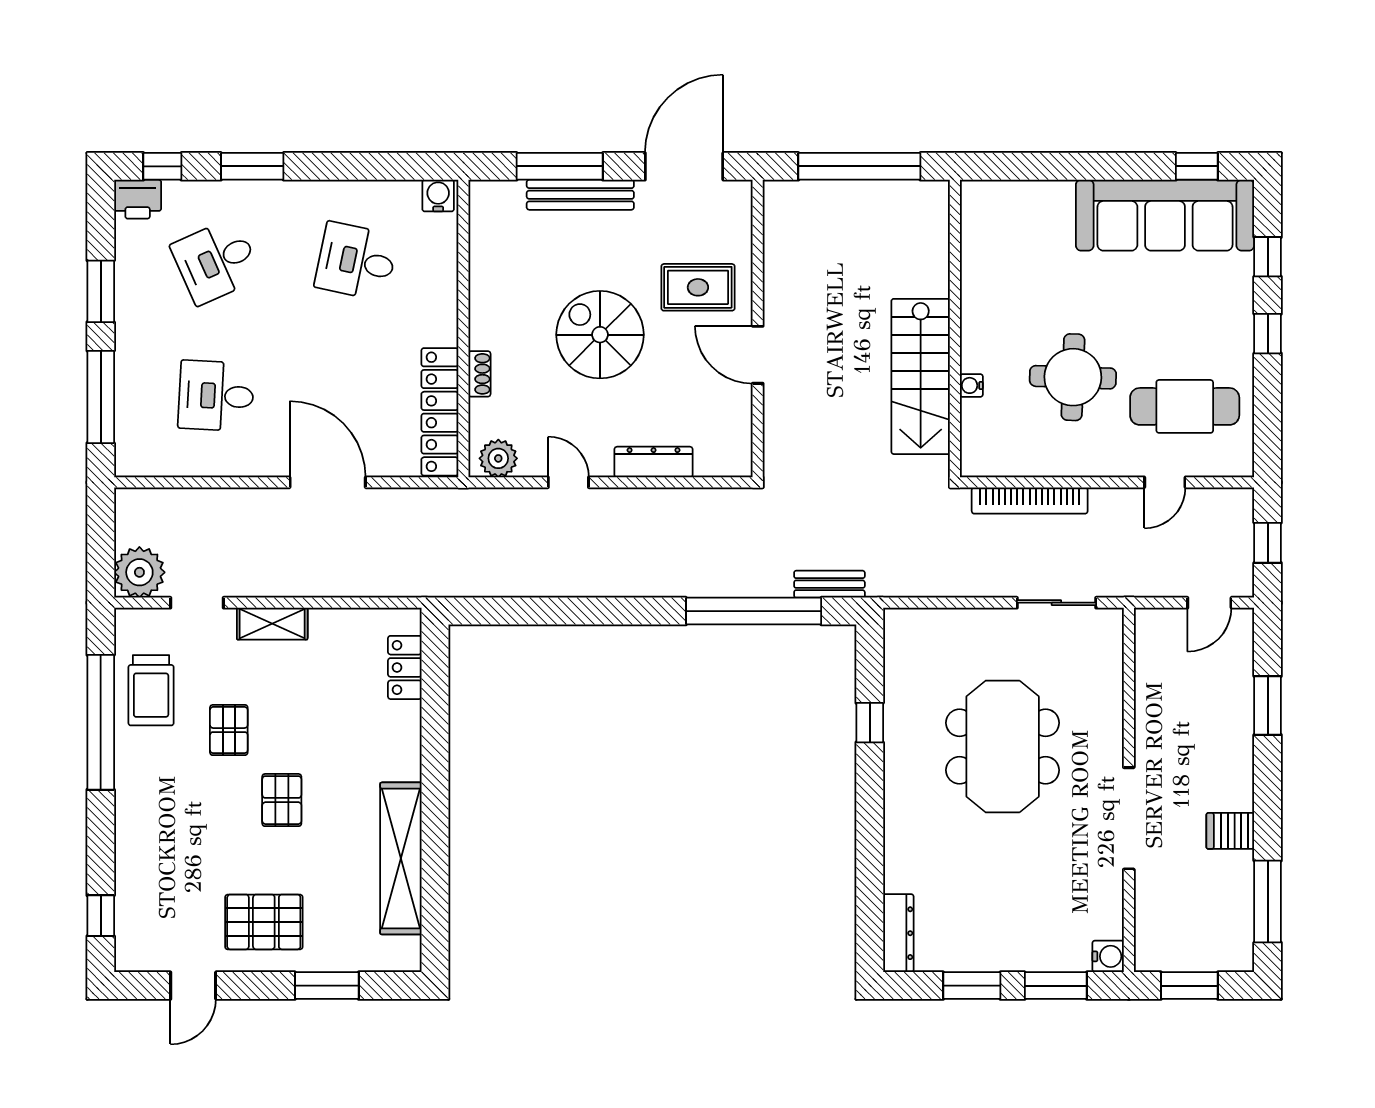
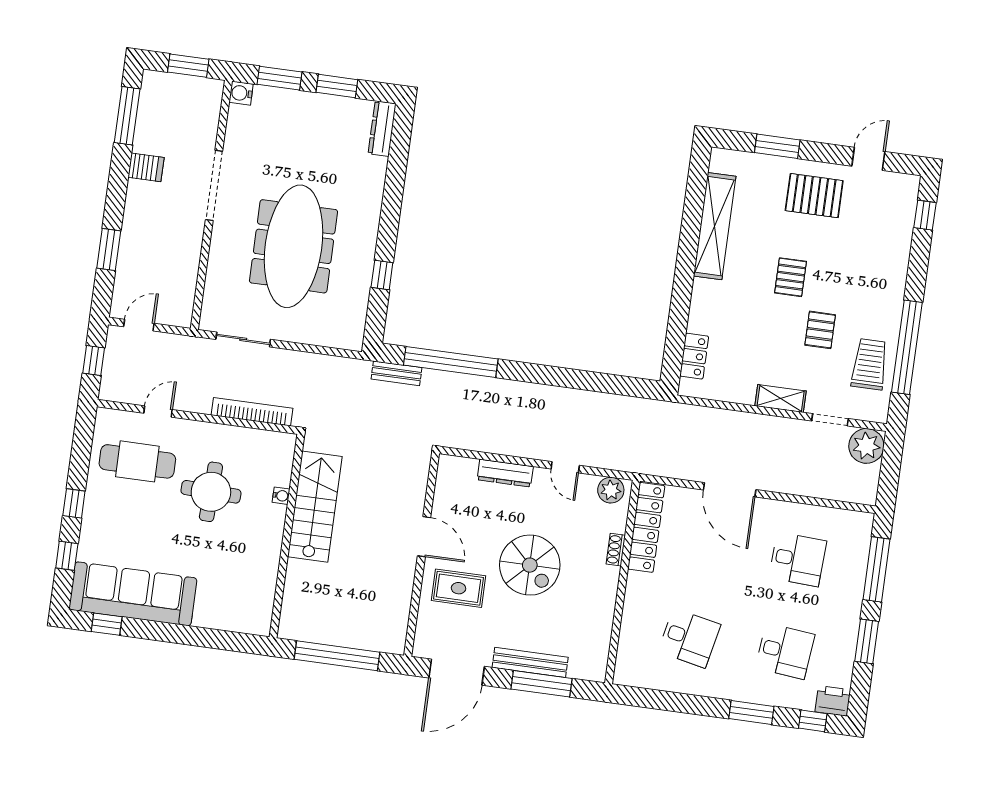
water cooler: (438, 196) -> (627, 675), removed
desk: (216, 261) -> (785, 651), turned 30
meeting table: (1003, 747) -> (293, 246), width x1.36

